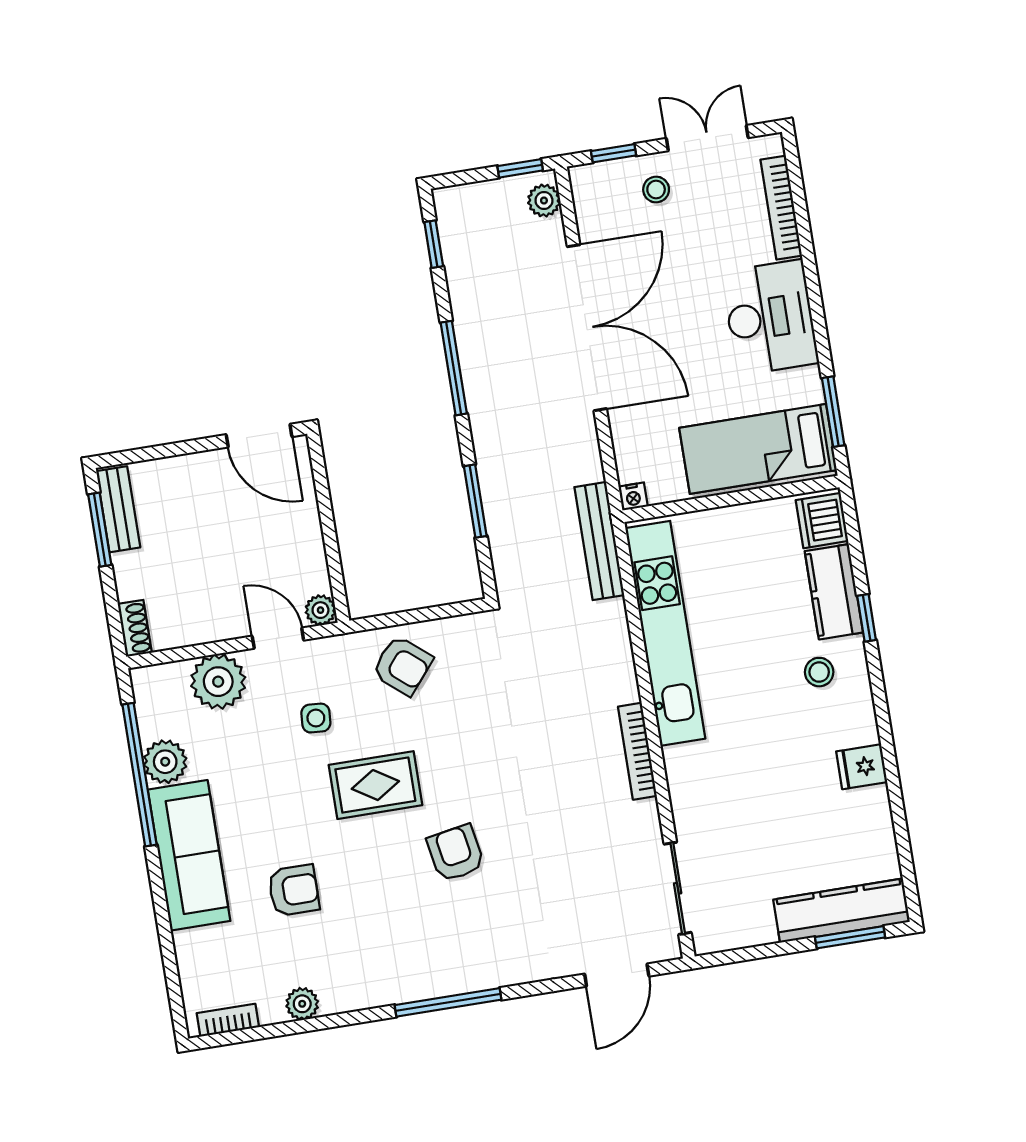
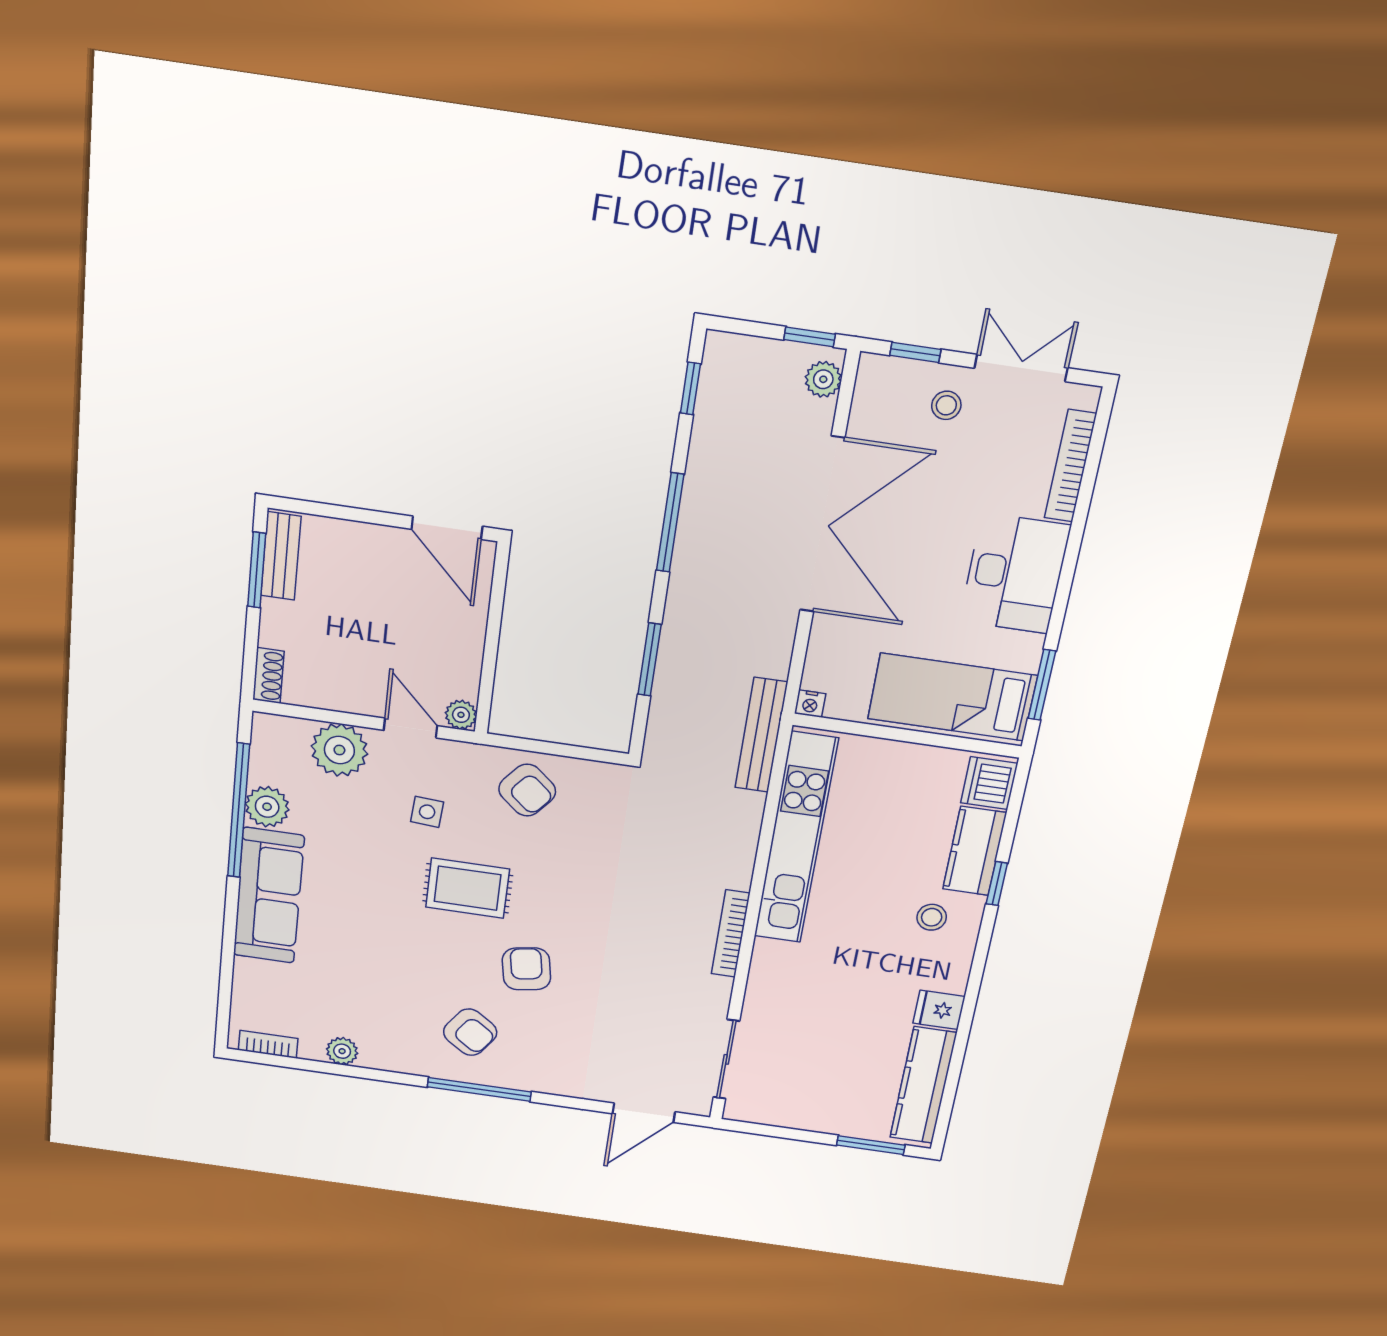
armchair: (294, 890) -> (470, 1032), moved, turned 35
kitchen counter: (842, 911) -> (923, 1085), moved, turned -90

